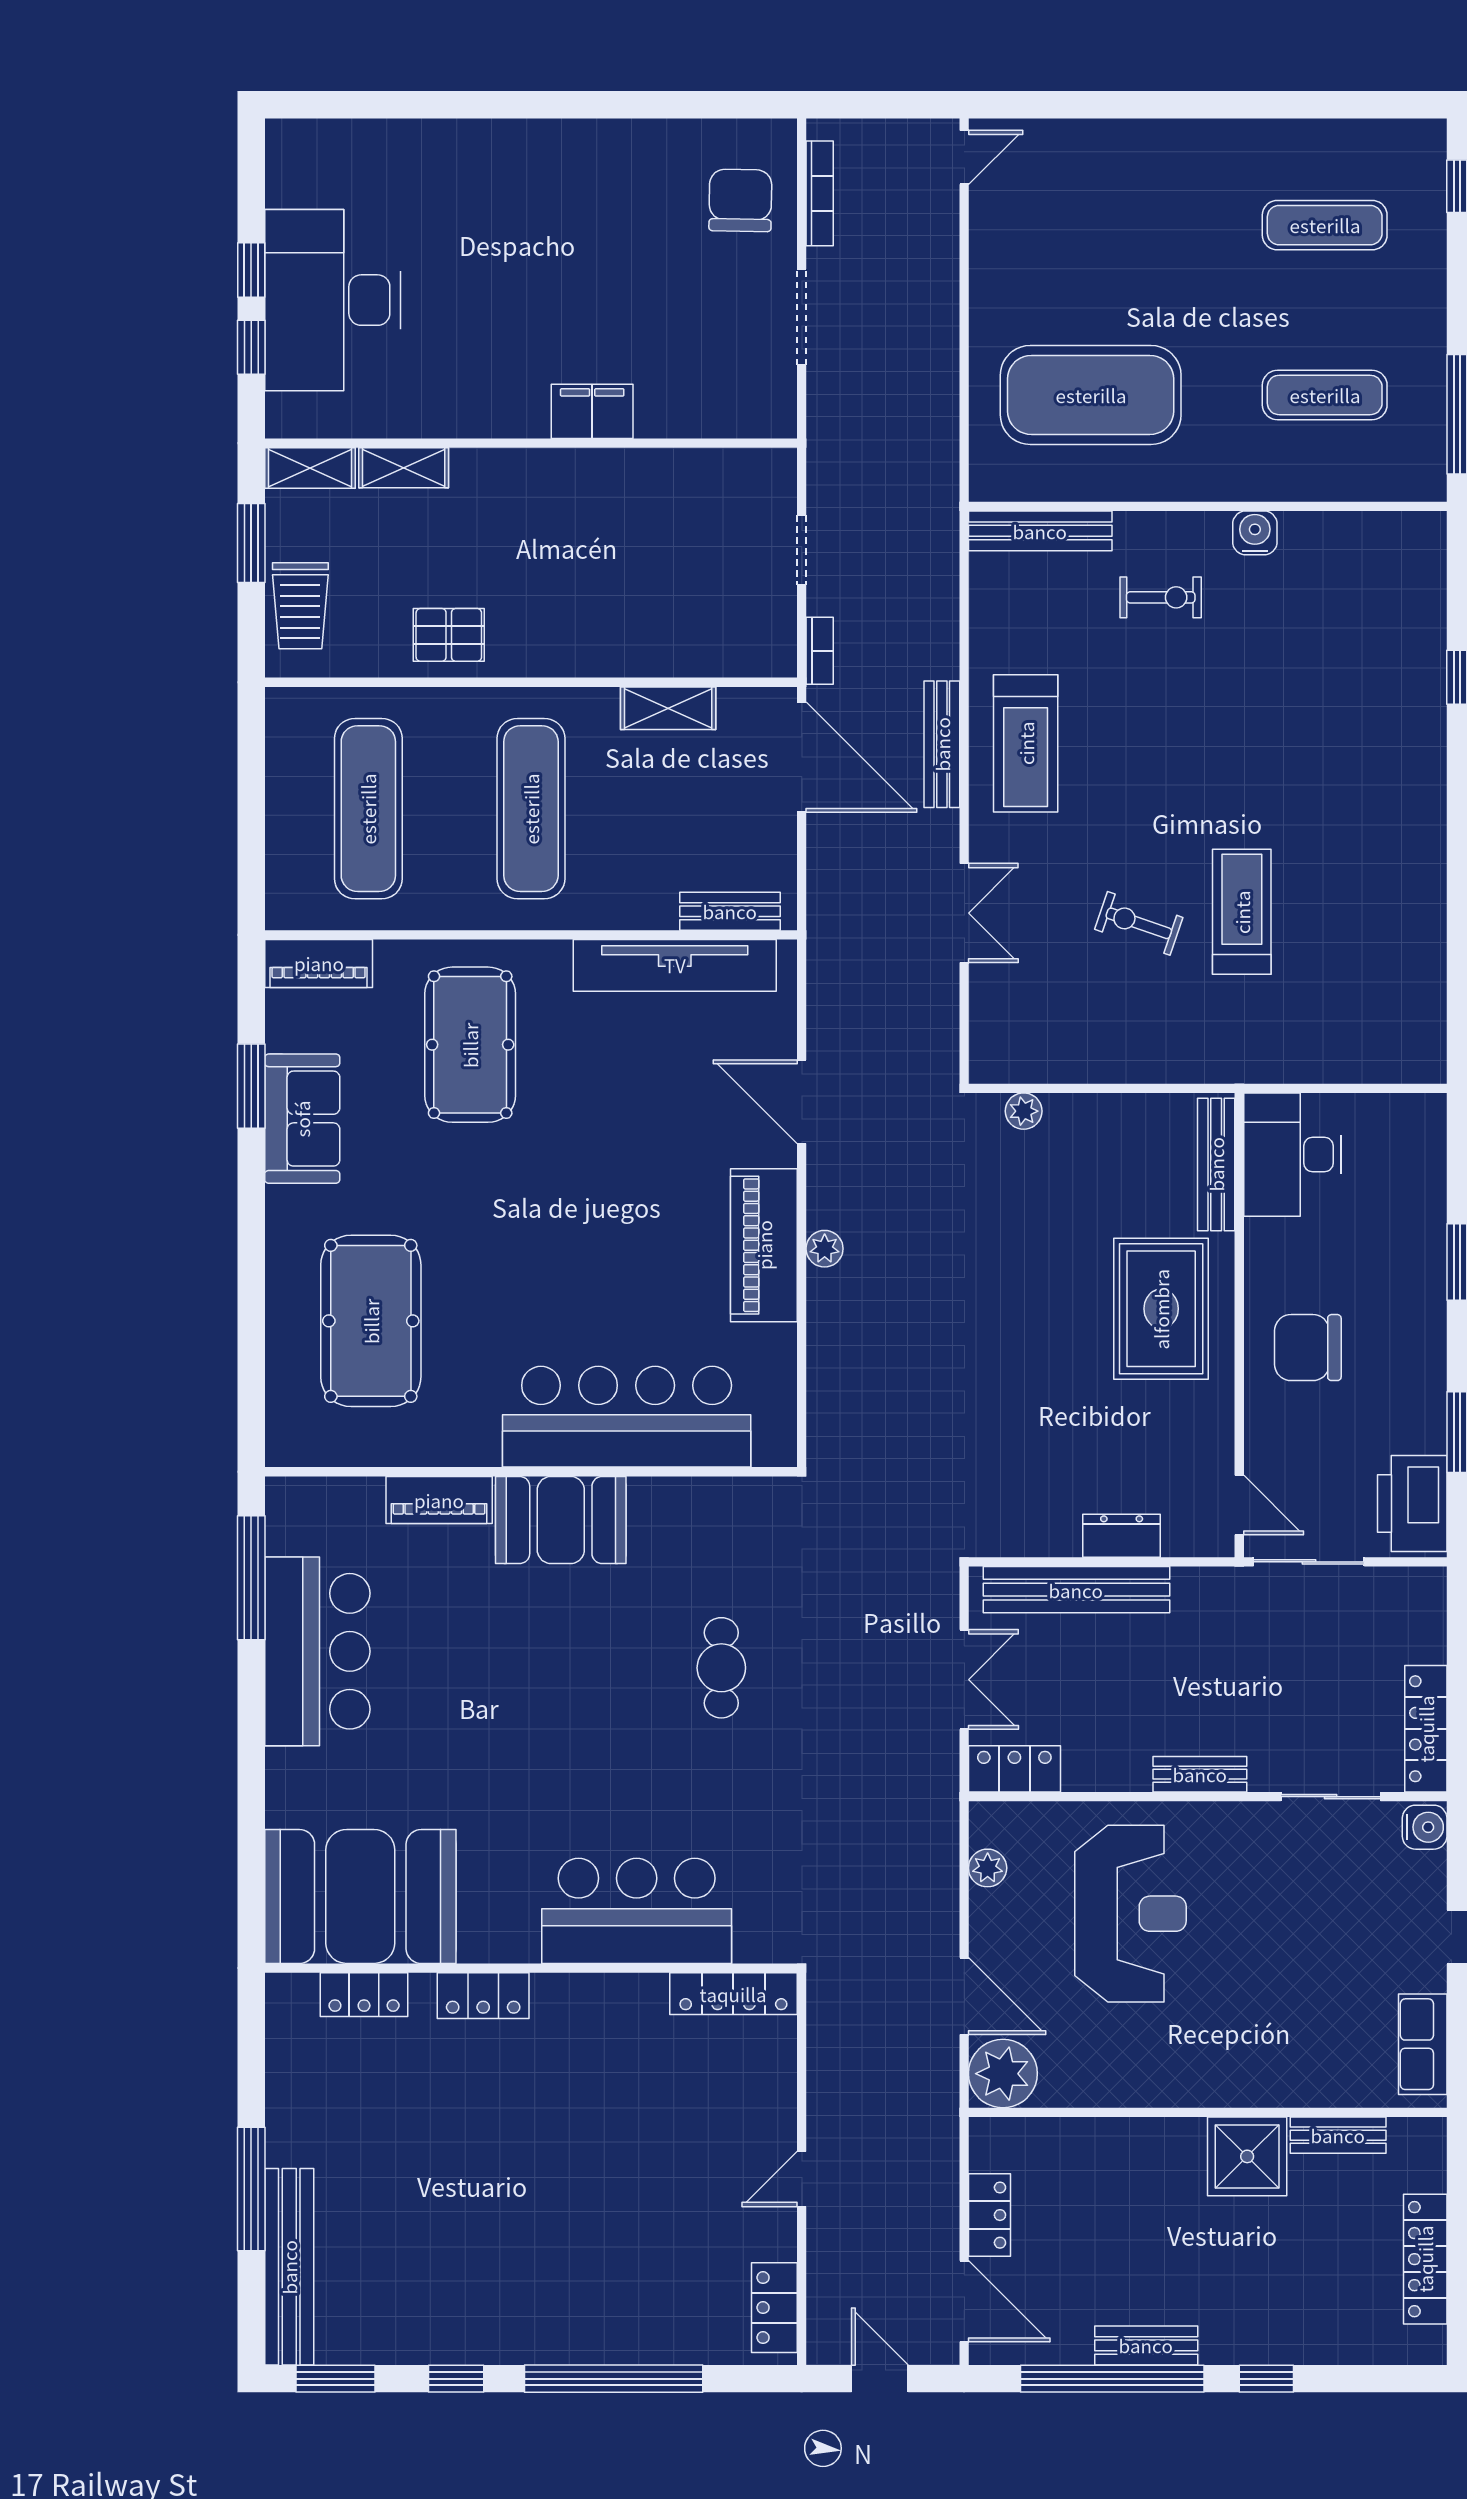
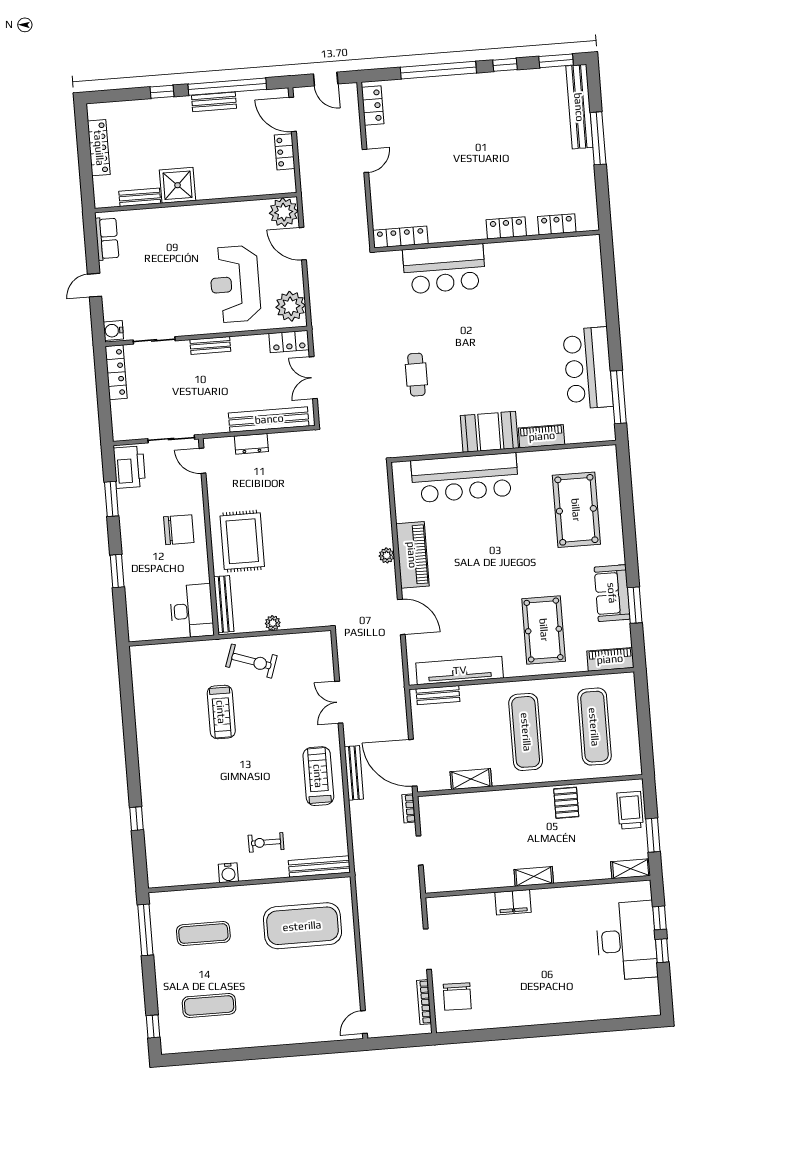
shelving: (404, 468) -> (534, 877), moved
pallet: (449, 635) -> (566, 803), turned 90
exercise bike: (1139, 923) -> (251, 661), moved, width x1.38, depth x1.39
plant: (1024, 1111) -> (273, 623), moved
plant: (988, 1868) -> (291, 306), width x1.87, depth x1.87
booth: (360, 1896) -> (562, 266), removed

